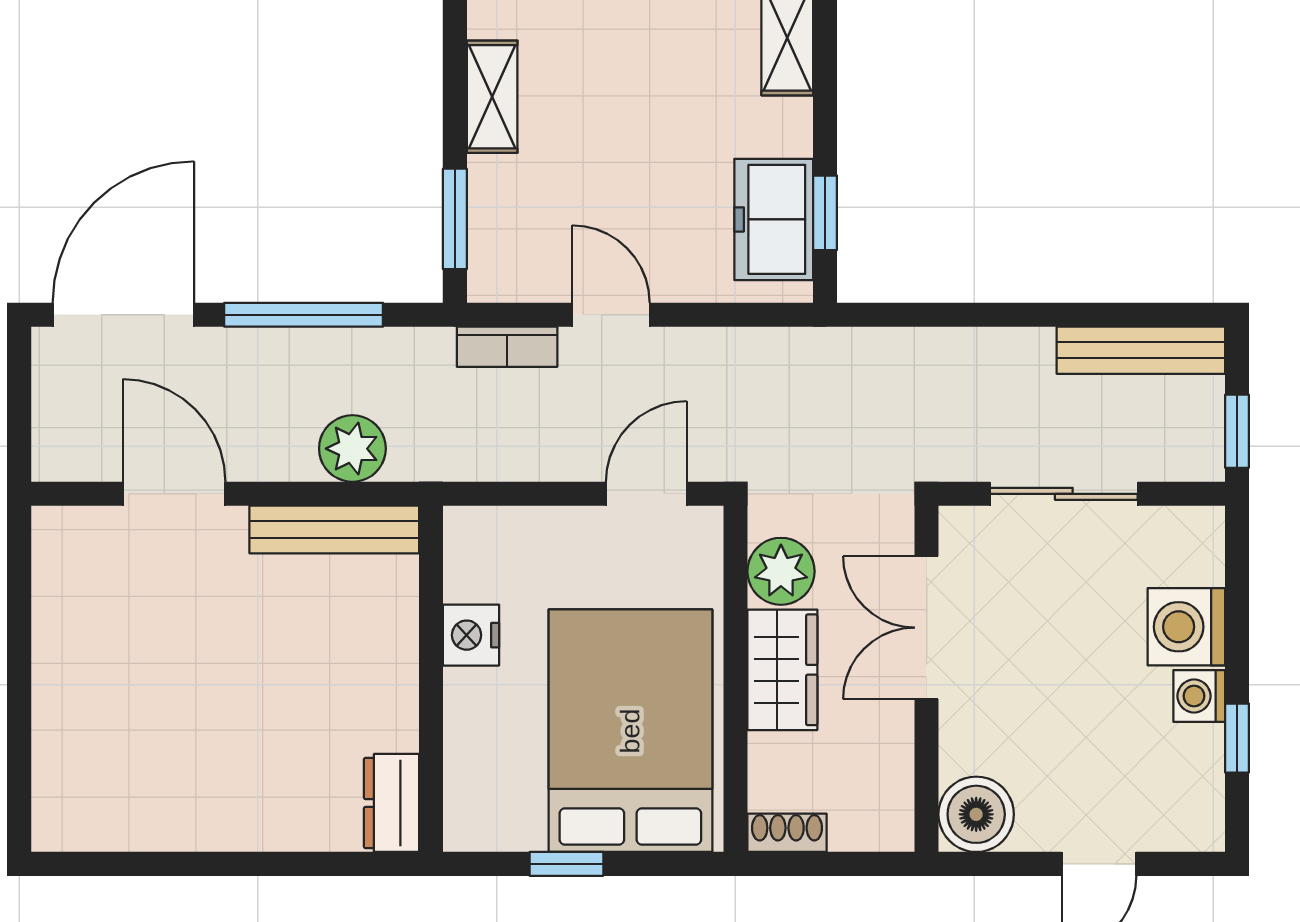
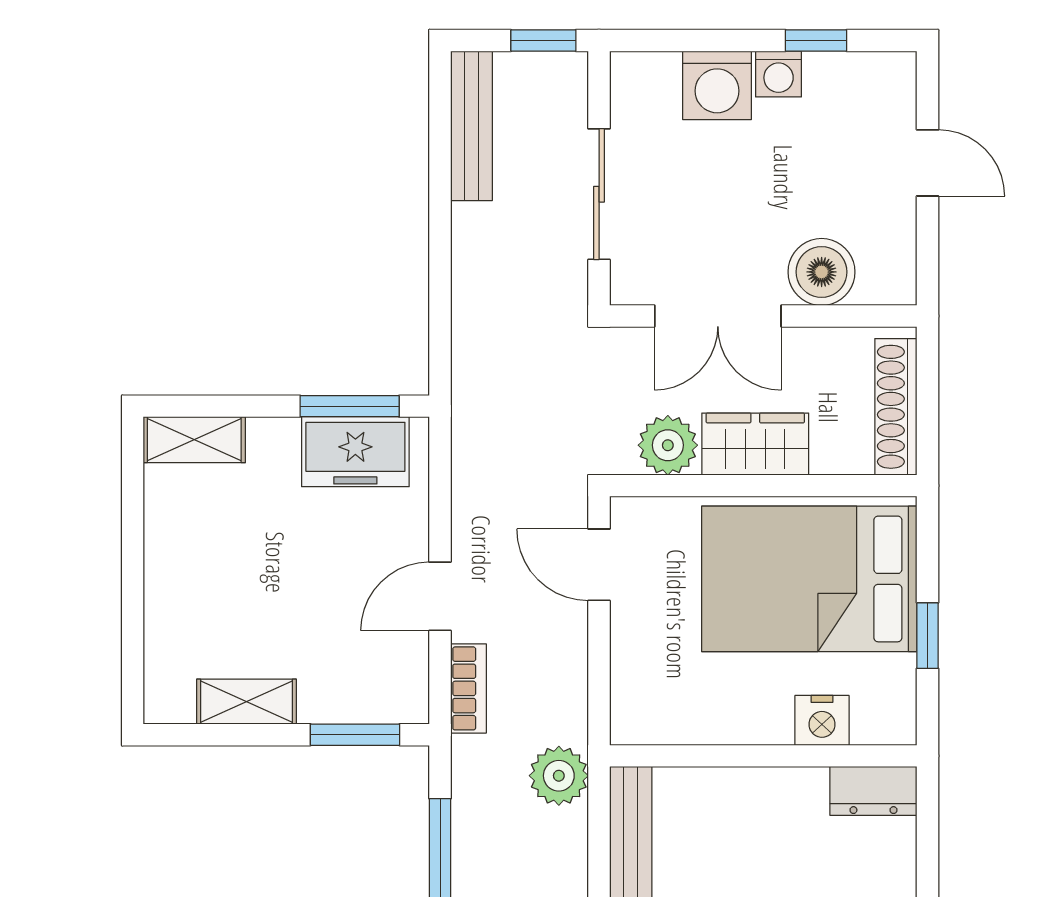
window: (825, 213) -> (350, 406), width x1.50
plant: (352, 449) -> (559, 776), moved
nightstand: (471, 635) -> (822, 720), moved
boiler: (976, 814) -> (822, 272), moved
shoe rack: (787, 833) -> (896, 407), width x1.94, depth x1.24

